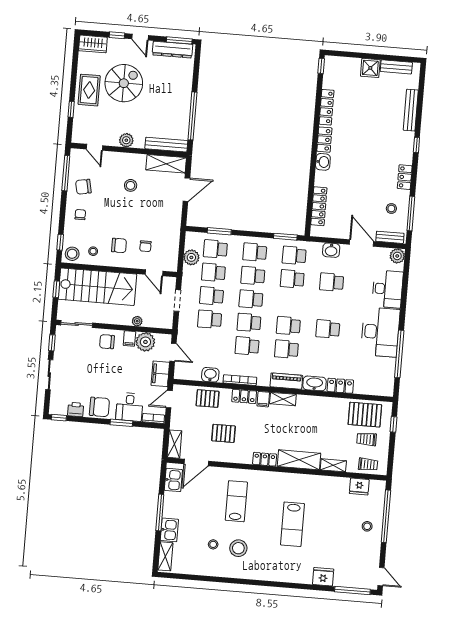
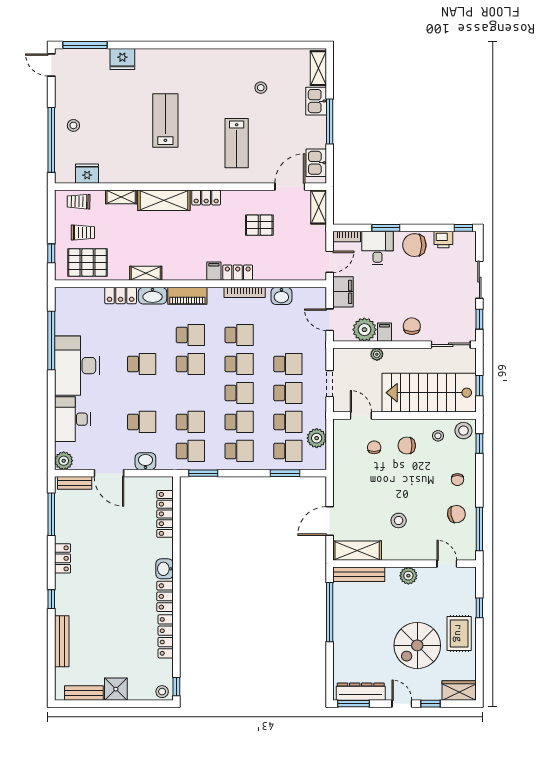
stool: (391, 208) -> (162, 692), moved
chair: (107, 342) -> (412, 326), turned -90
pallet: (208, 399) -> (282, 266), removed
shelving: (283, 399) -> (146, 273), moved
stool: (238, 548) -> (229, 86), removed

